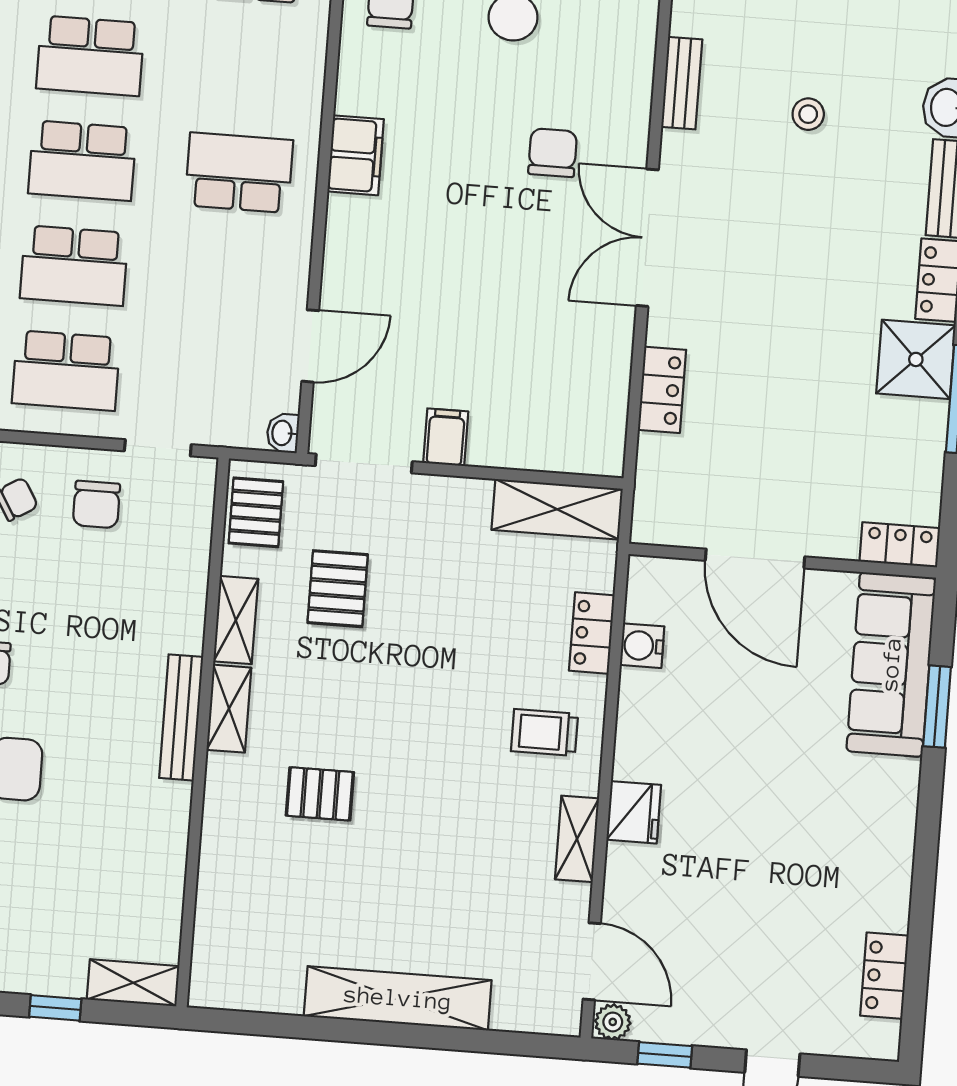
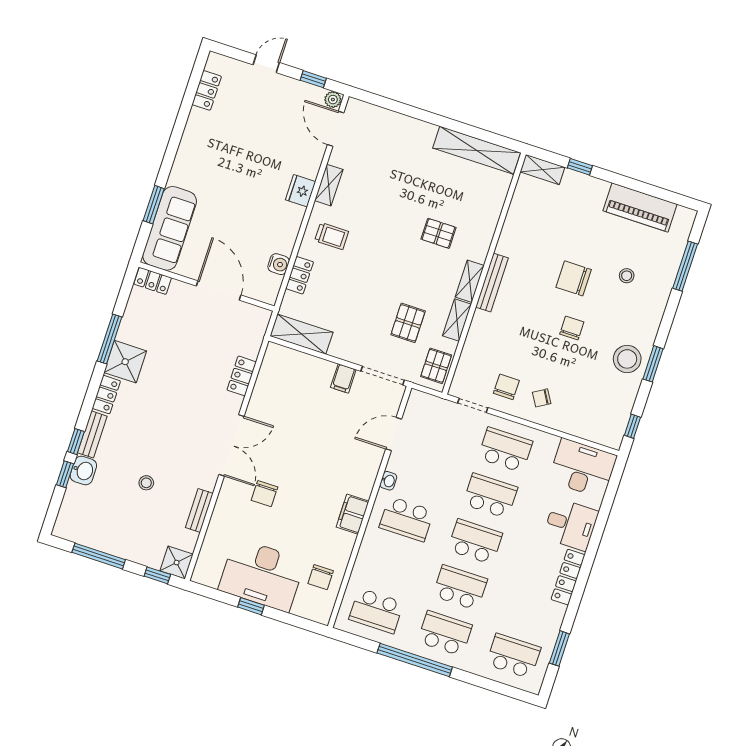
washbasin: (283, 433) -> (388, 481), moved
shelving: (398, 998) -> (477, 150), moved

